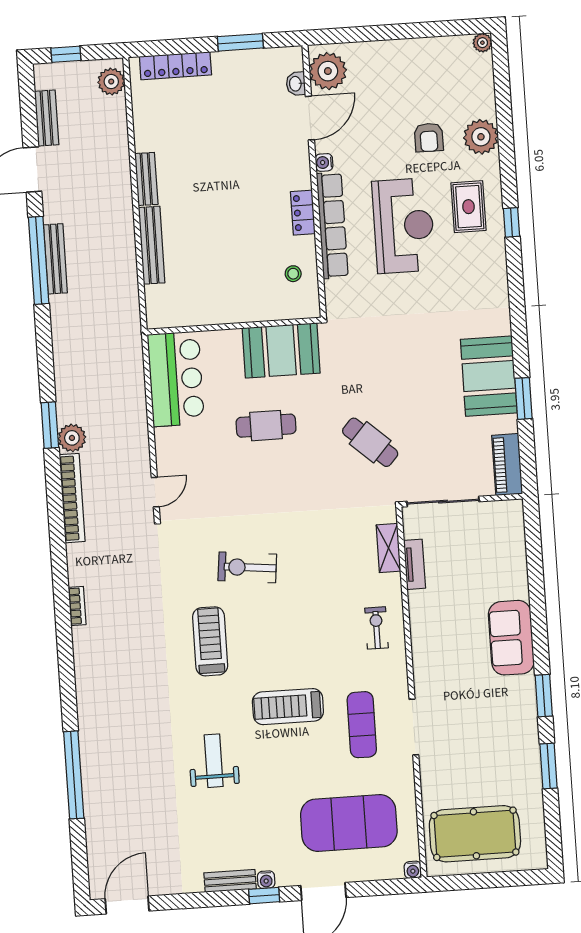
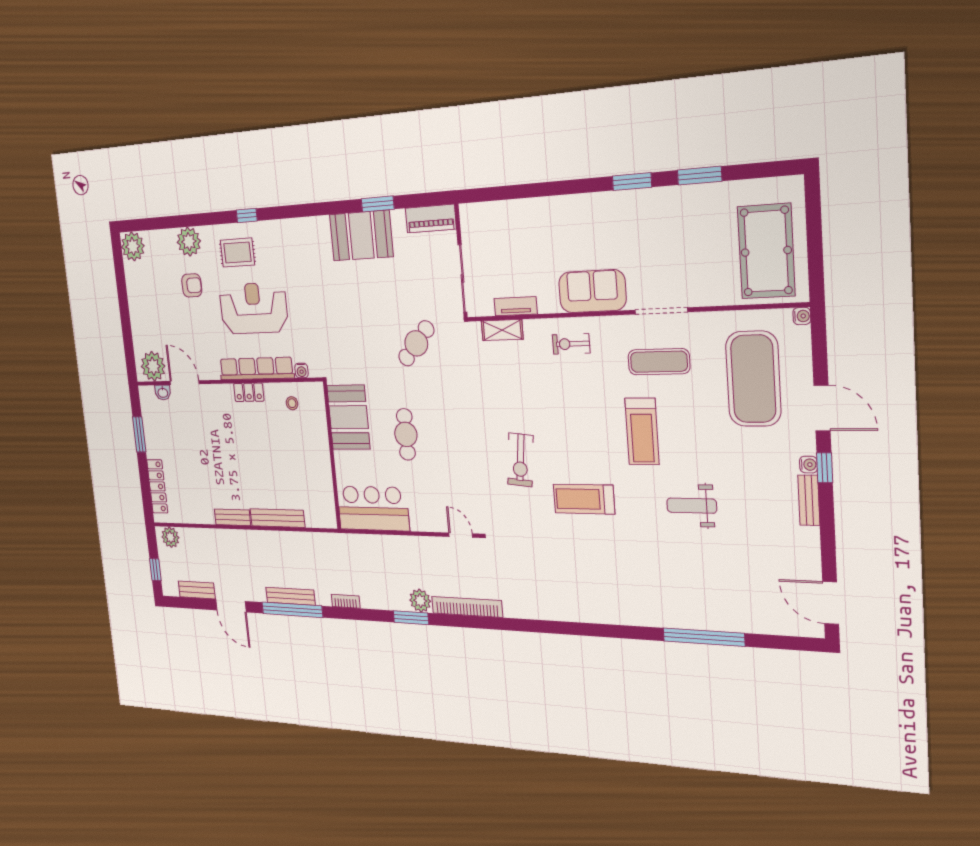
plant: (482, 43) -> (133, 246), width x1.88, depth x1.88
water cooler: (324, 162) -> (301, 371), moved
bookcase: (77, 606) -> (346, 601), moved
sofa: (511, 638) -> (592, 291), moved, turned 180

